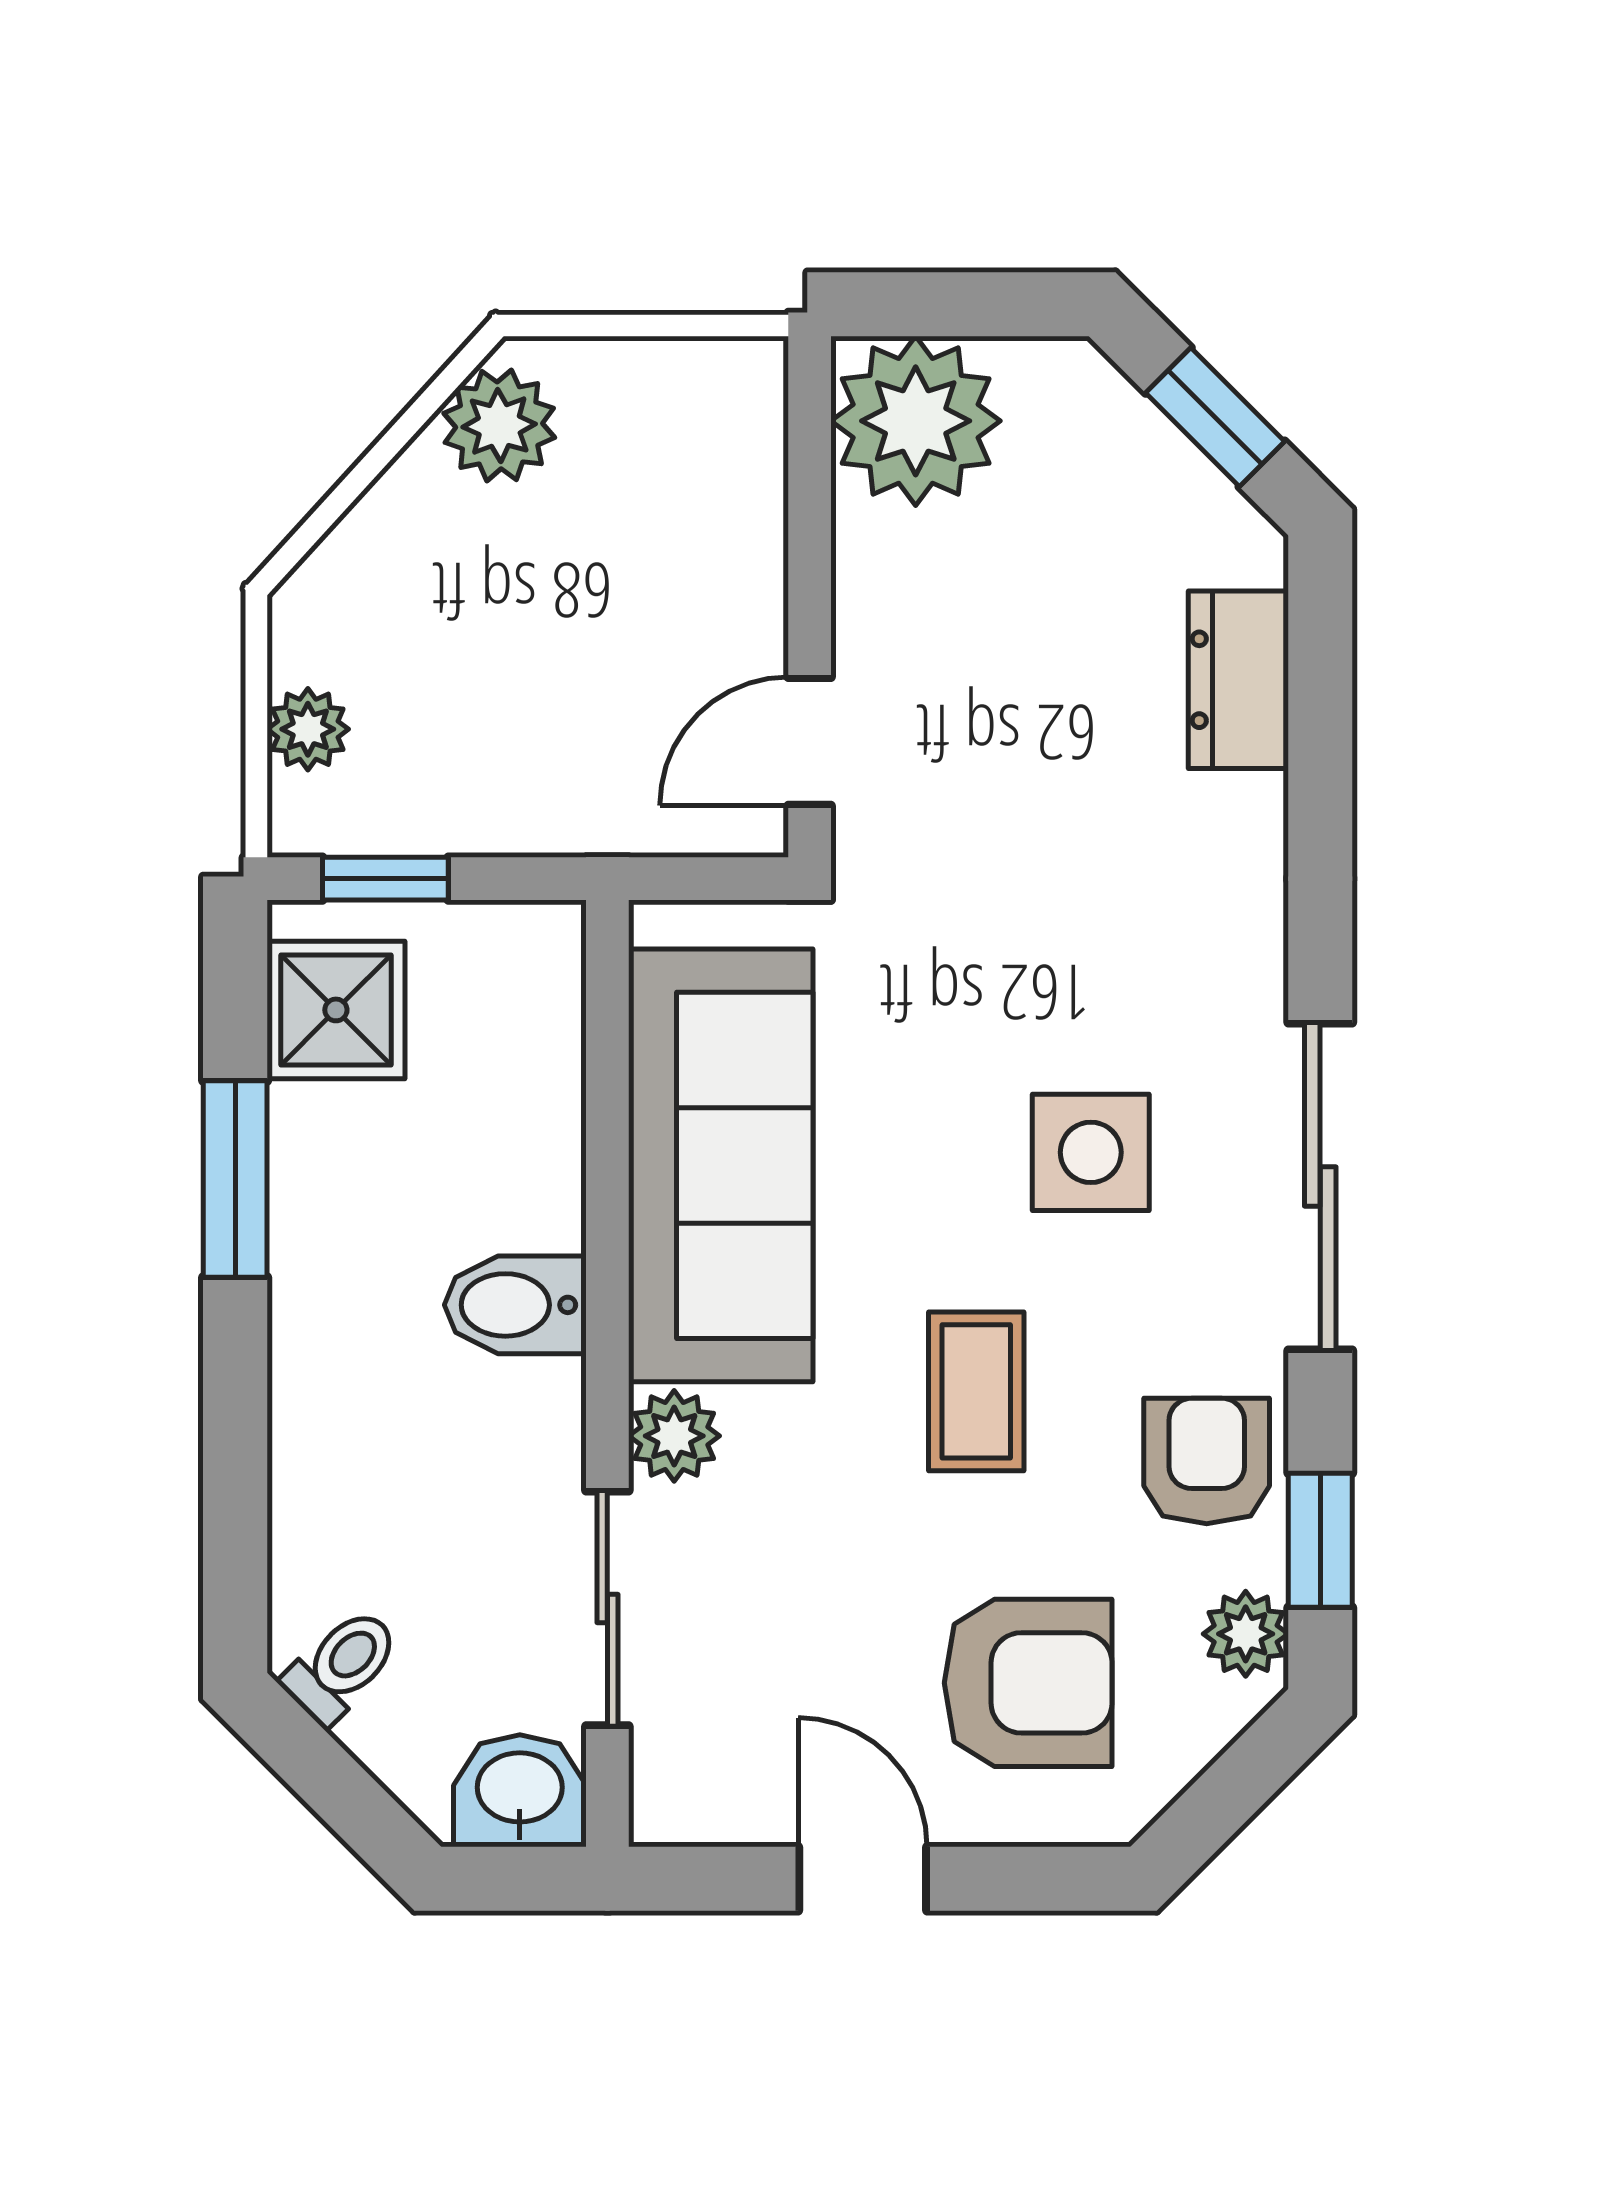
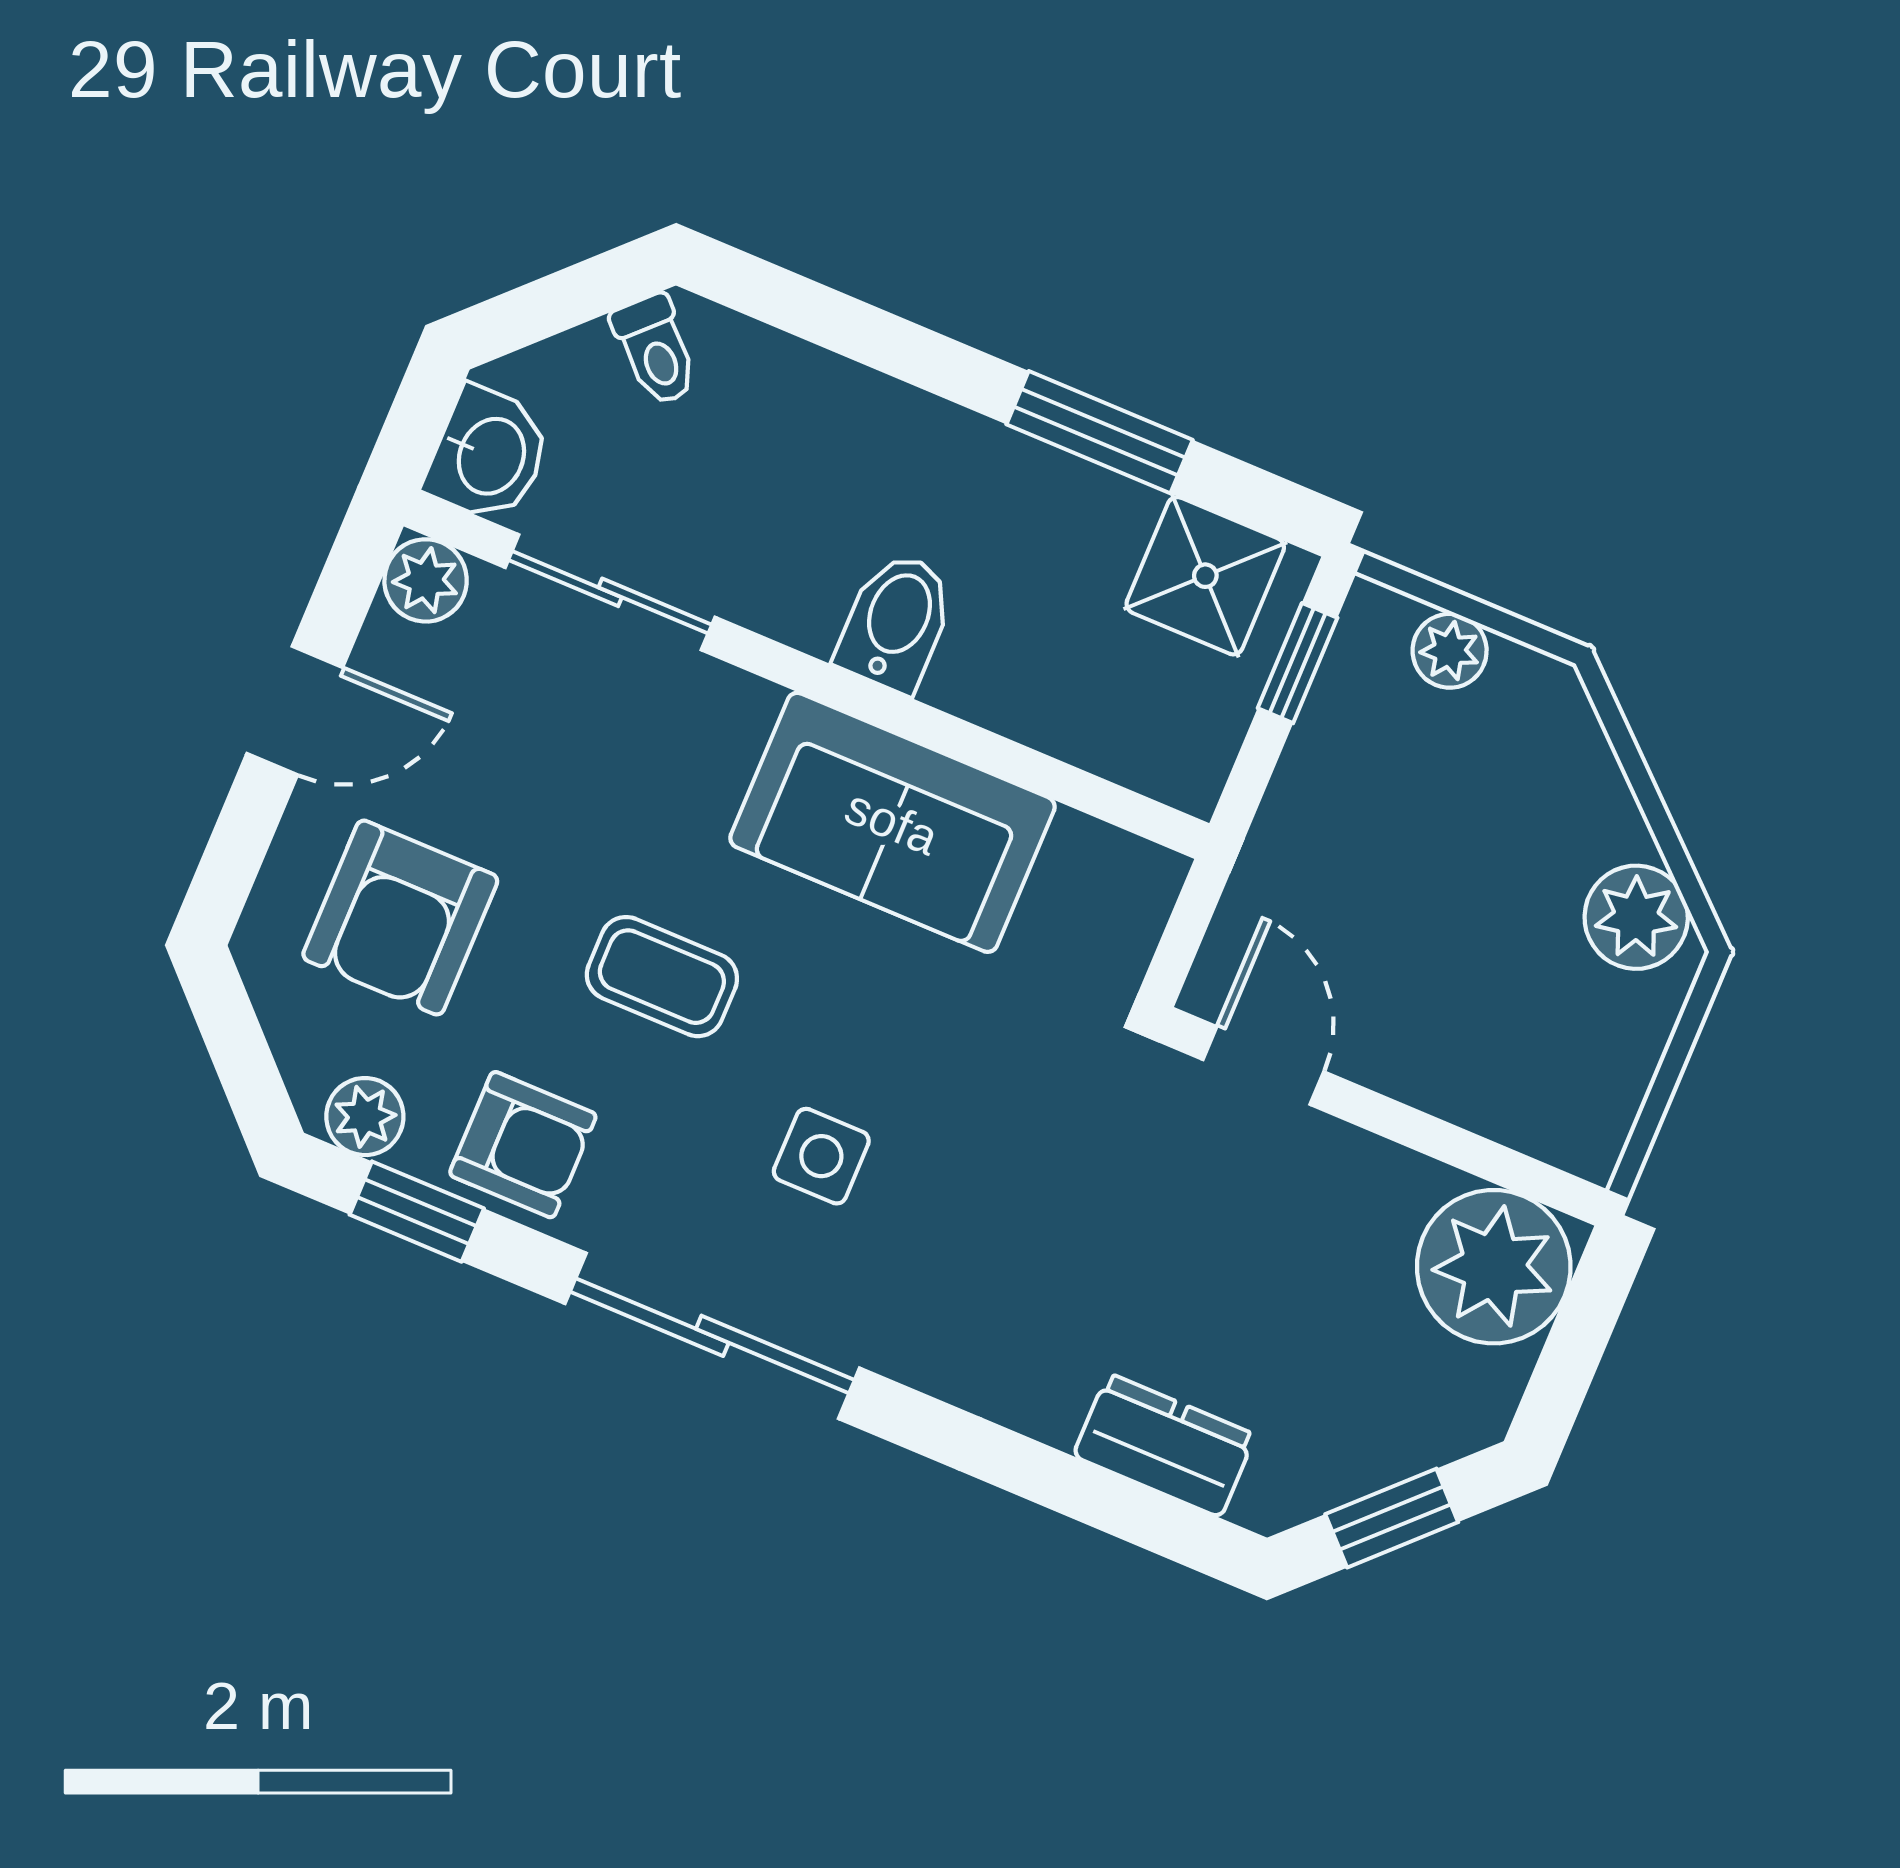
side table: (1091, 1152) -> (821, 1156), width x0.73, depth x0.73
sofa: (721, 1165) -> (892, 822), width x0.73
plant: (674, 1436) -> (426, 580), moved

